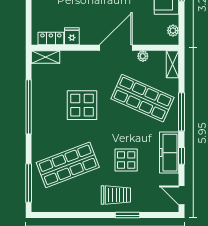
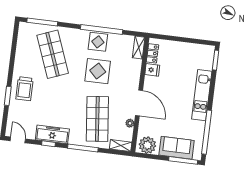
plant: (173, 31) -> (147, 145), width x1.87, depth x1.87
shop shelf: (142, 98) -> (97, 119), turned -30
display table: (126, 160) -> (98, 42), moved
door: (182, 195) -> (18, 140), hinge flipped

